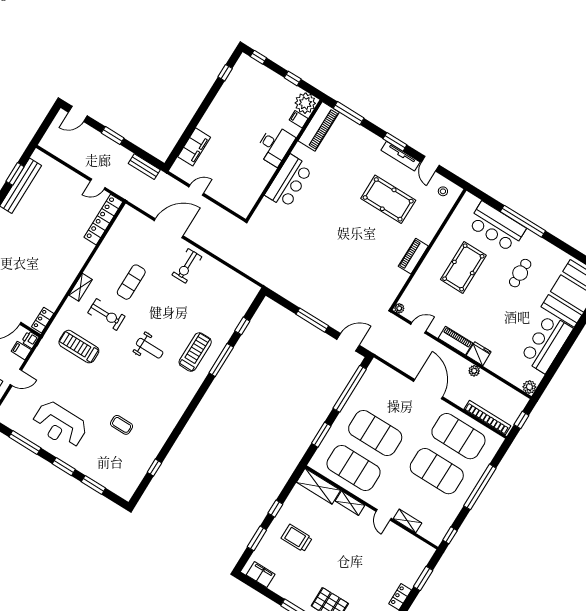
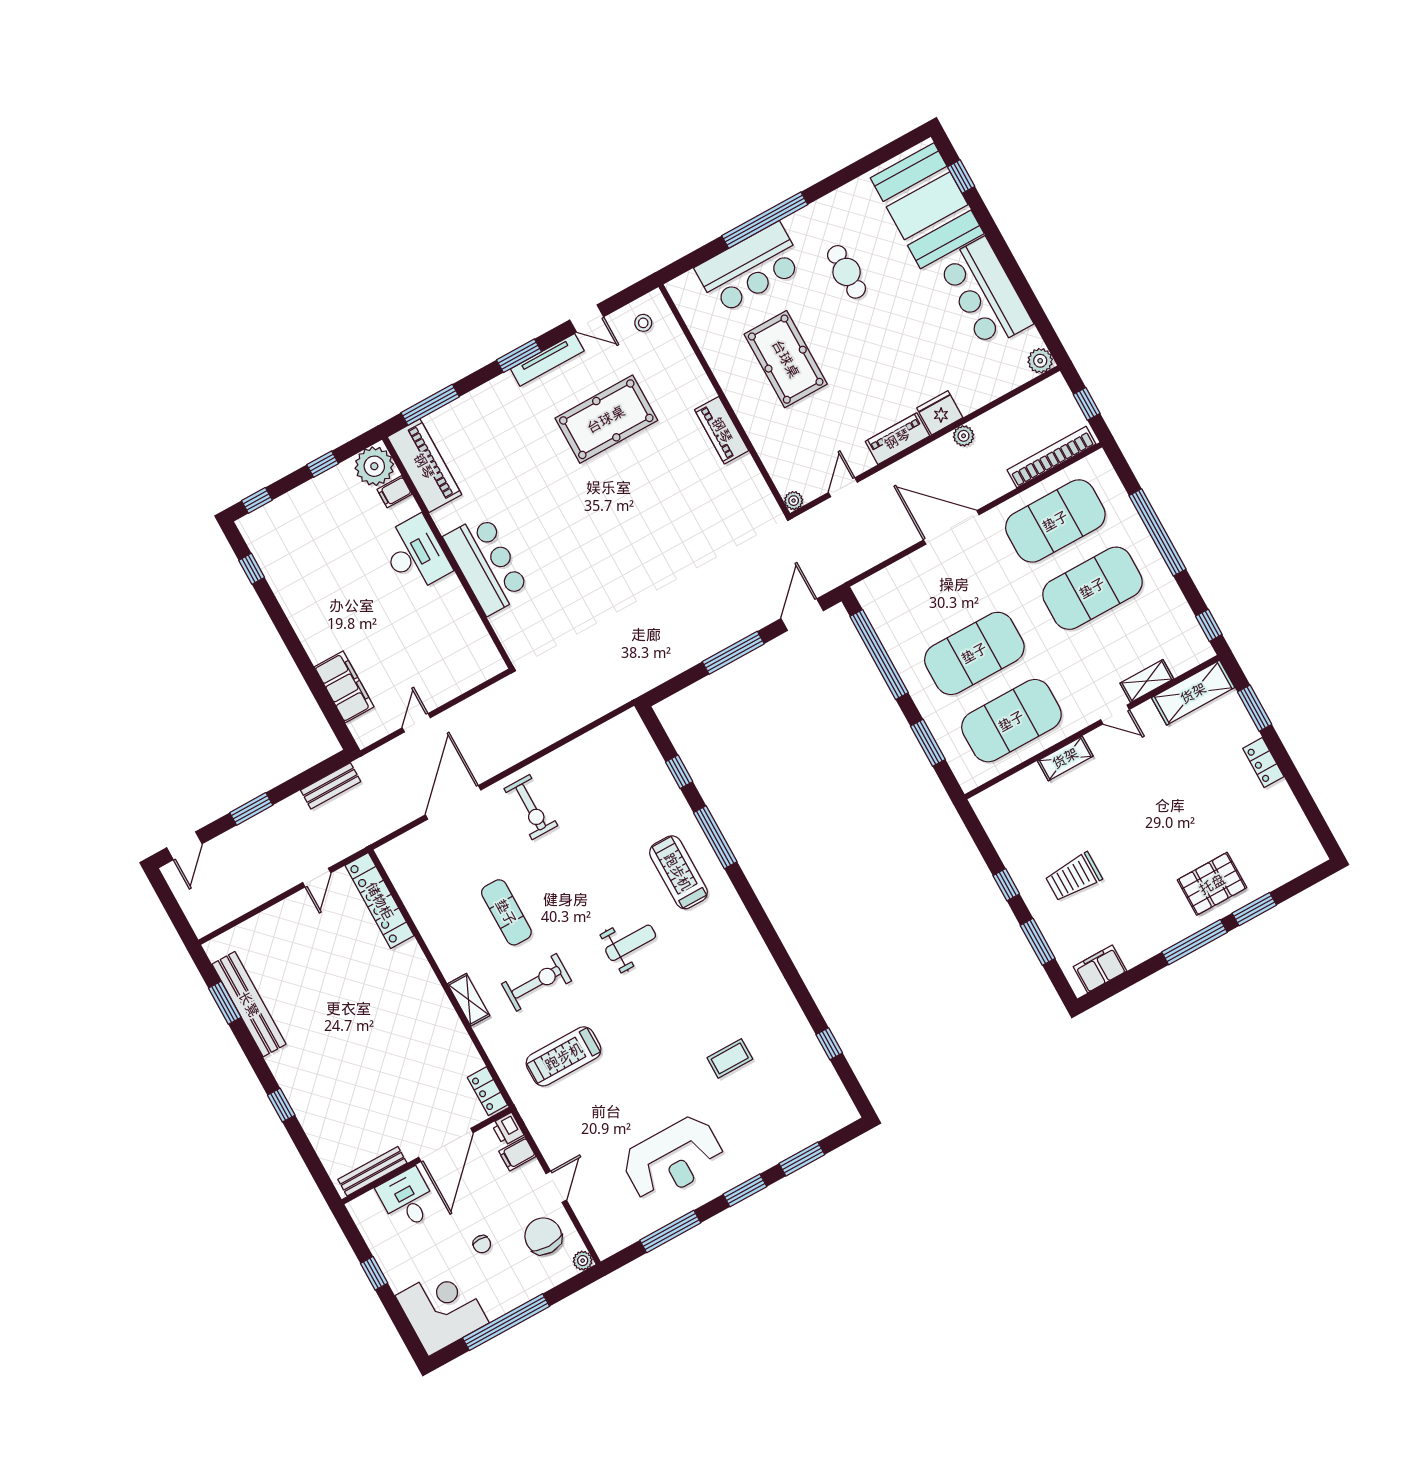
shelving: (318, 486) -> (1193, 693), moved

